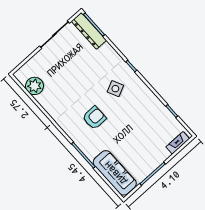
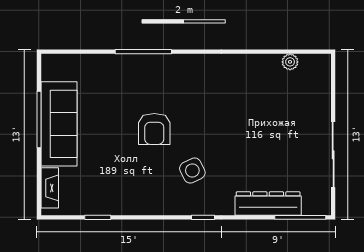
dresser: (89, 31) -> (268, 204), moved
plant: (35, 86) -> (290, 62), width x0.53, depth x0.53
armchair: (94, 118) -> (154, 129), moved
sofa: (115, 173) -> (59, 124), moved, turned -90

